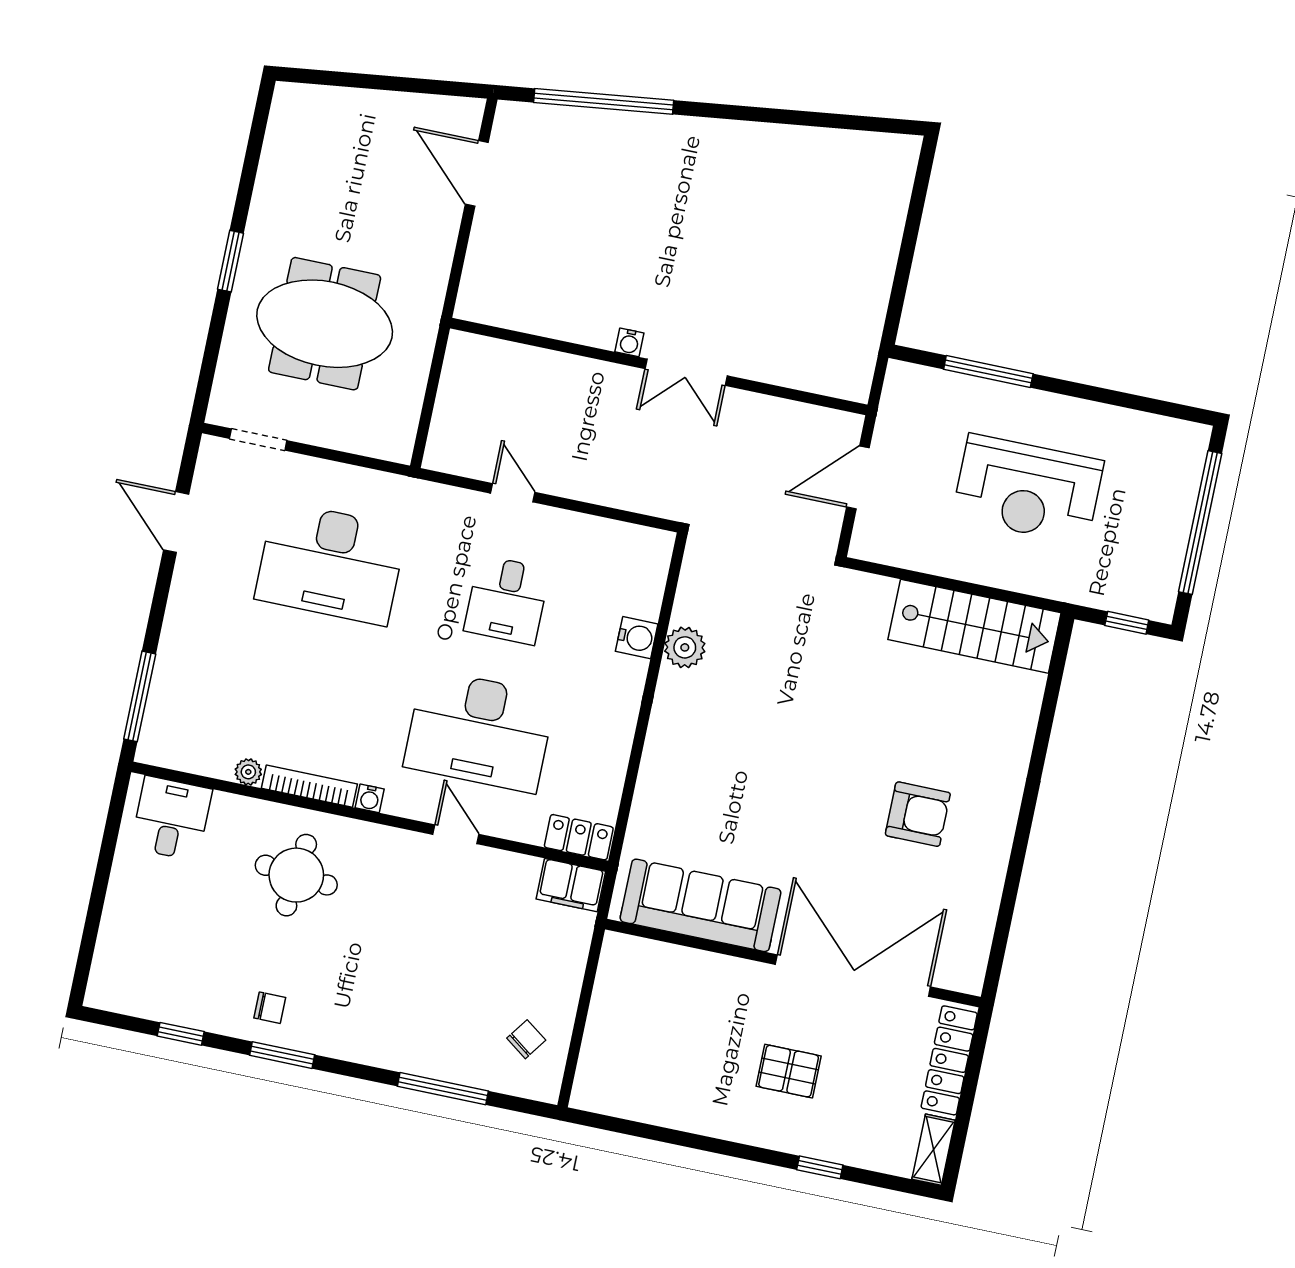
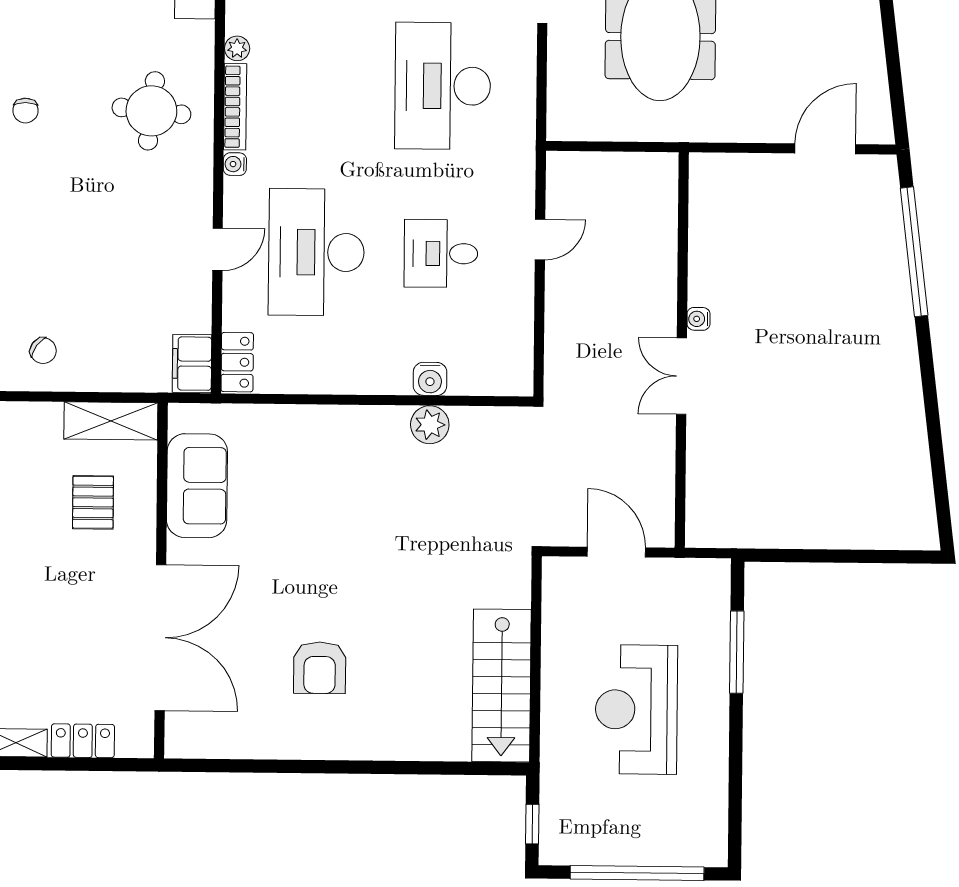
sofa: (700, 905) -> (197, 486), width x0.73
shelving: (614, 982) -> (111, 421), added
locker: (949, 1060) -> (83, 741), width x0.66
pallet: (789, 1071) -> (93, 502), moved

